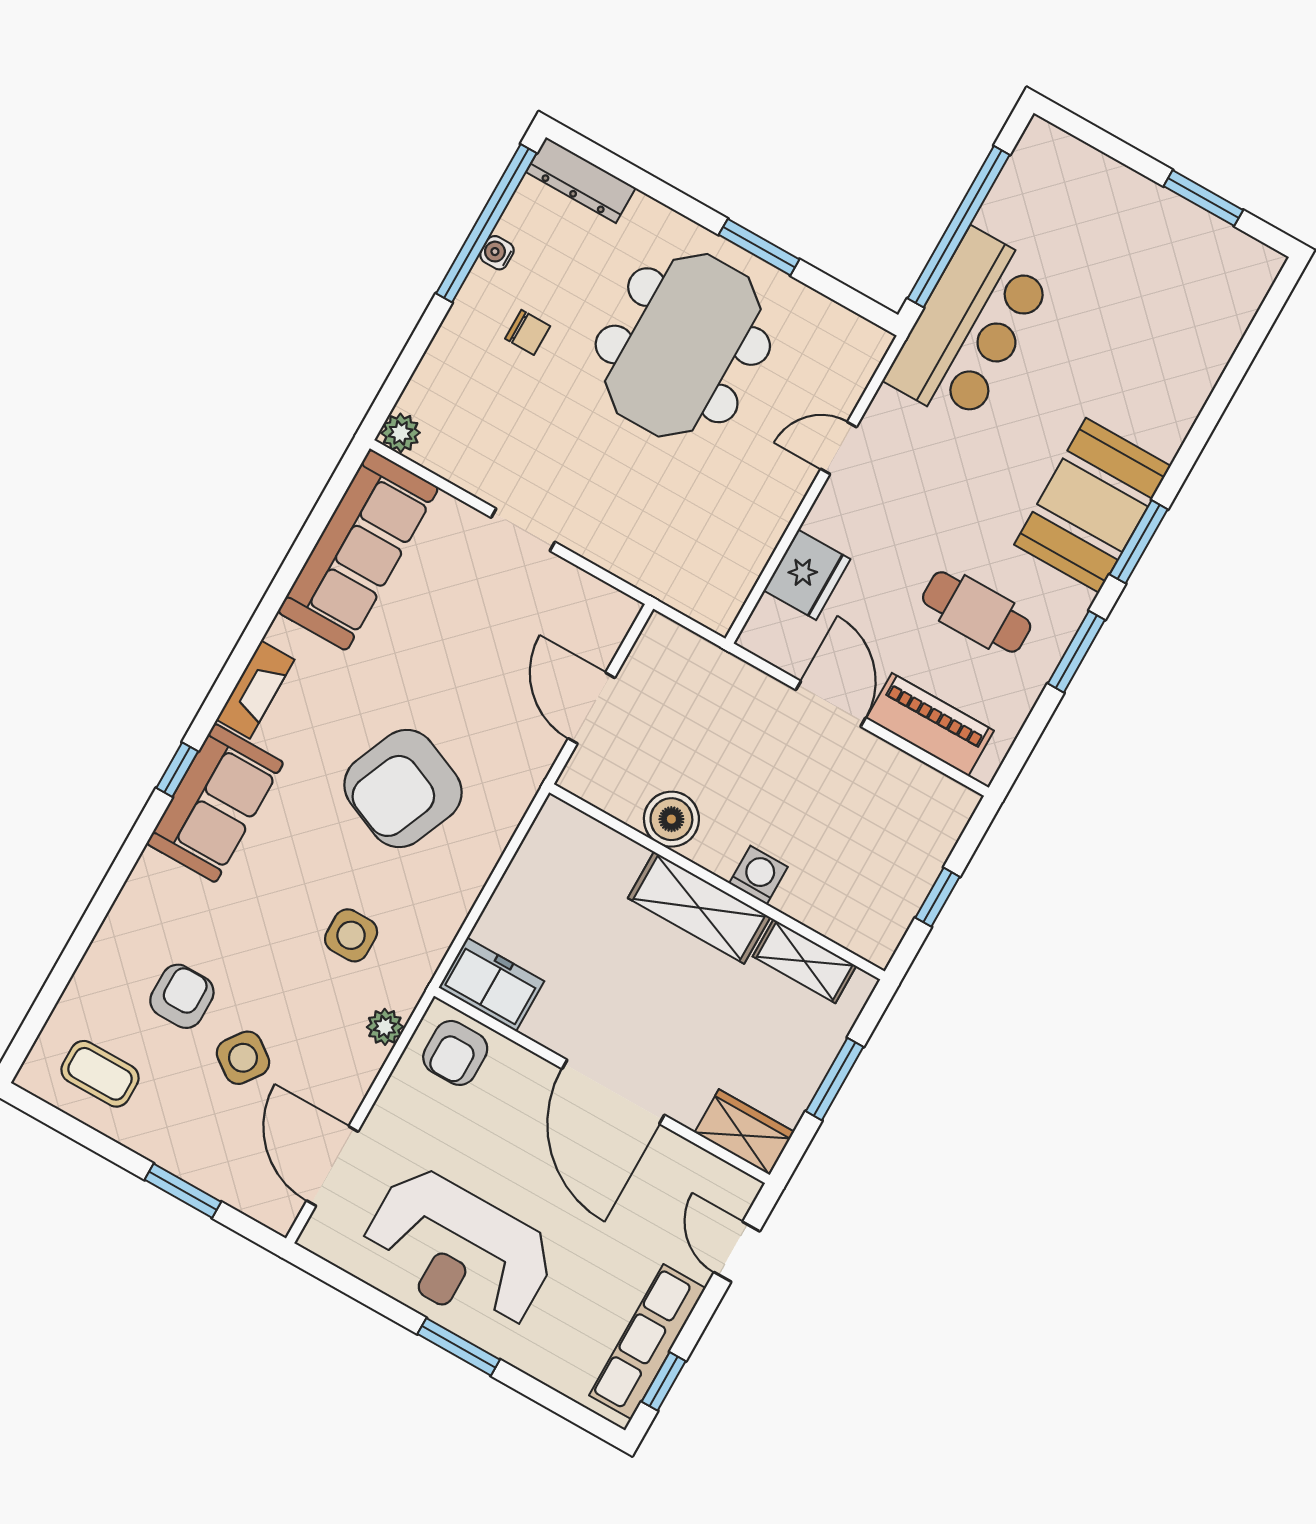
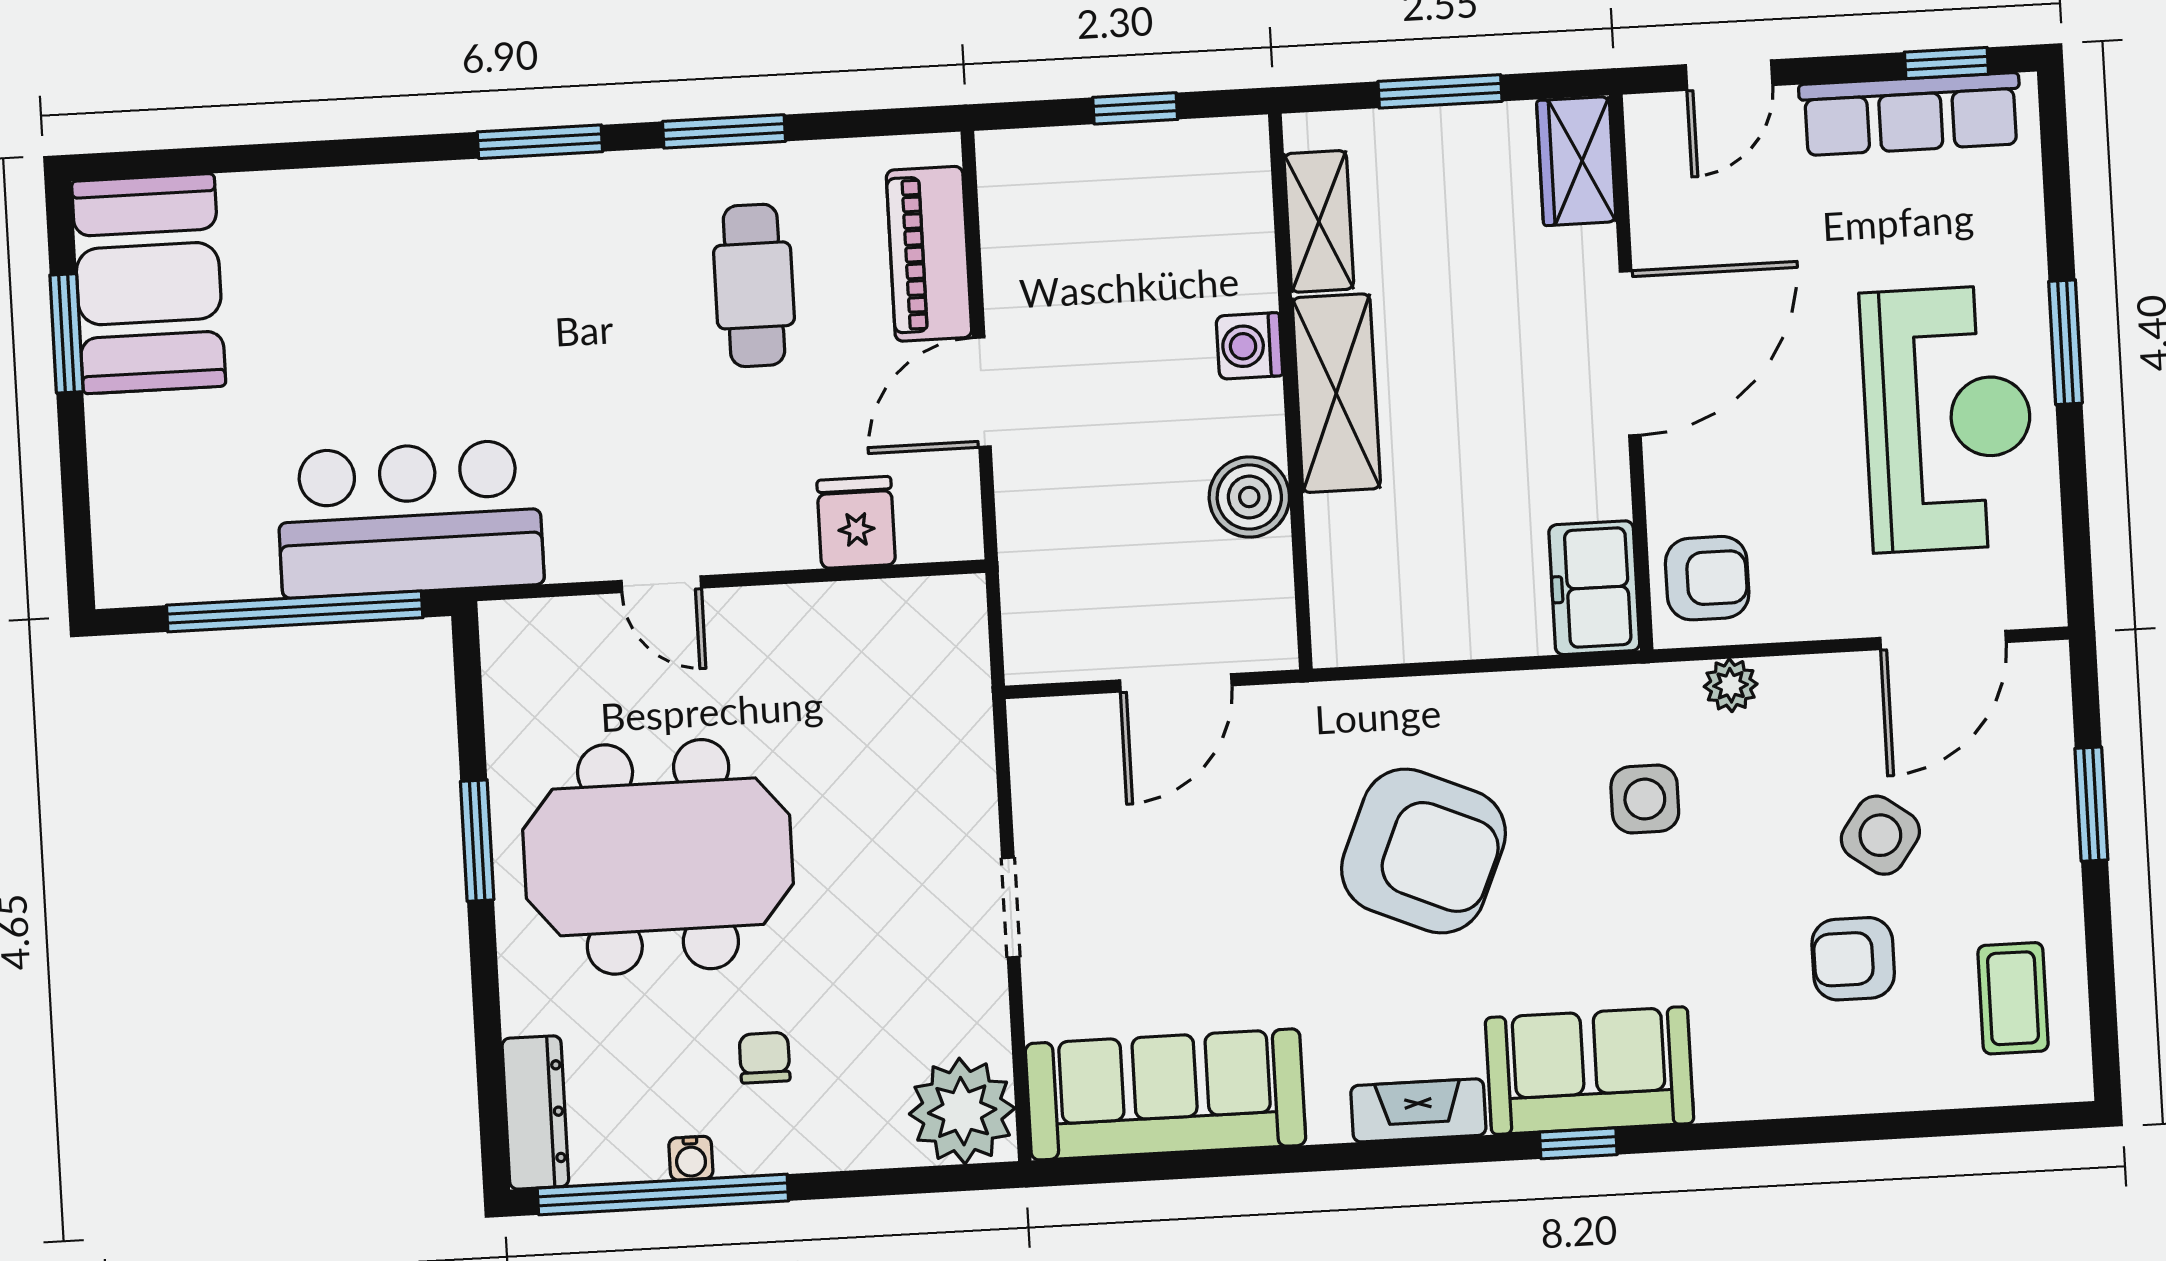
plant: (401, 433) -> (962, 1111), width x1.88, depth x1.88
booth: (1092, 505) -> (149, 284), moved, turned 90
fridge: (807, 575) -> (856, 522), width x0.72

